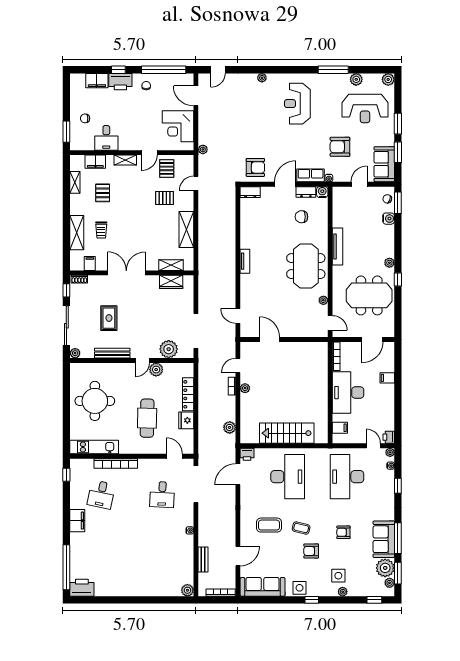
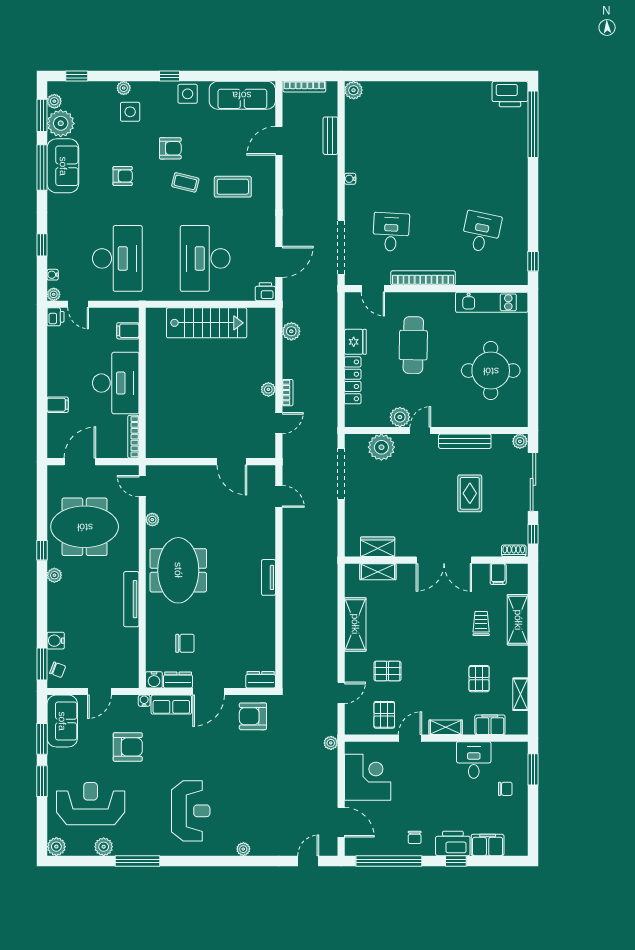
bookcase: (116, 463) -> (423, 278), moved
filing cabinet: (77, 521) -> (517, 193), removed

